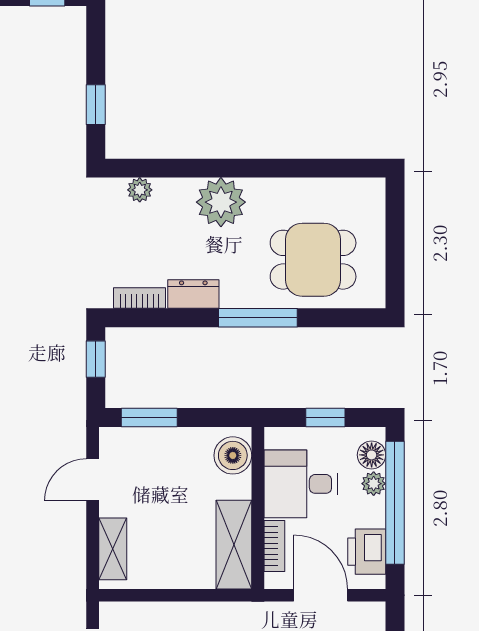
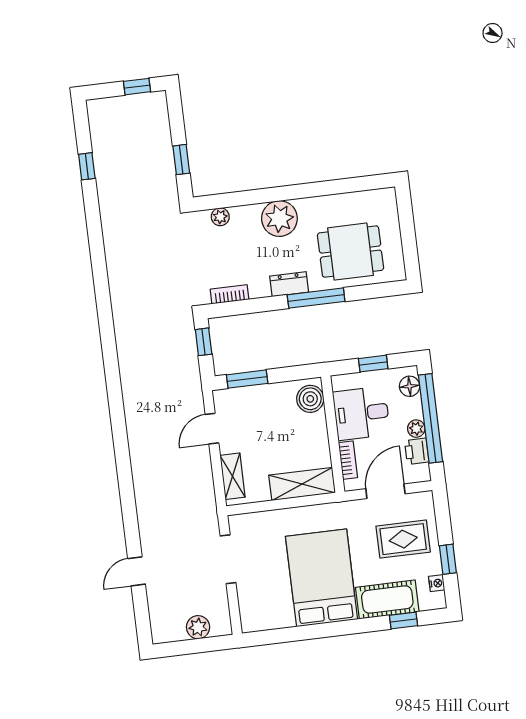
dresser: (193, 294) -> (289, 284), moved
plant: (374, 484) -> (416, 429), moved
shelving: (234, 545) -> (302, 484), moved, turned 90
printer: (367, 552) -> (417, 451), width x0.73, depth x0.81
door: (321, 595) -> (385, 491), hinge flipped

